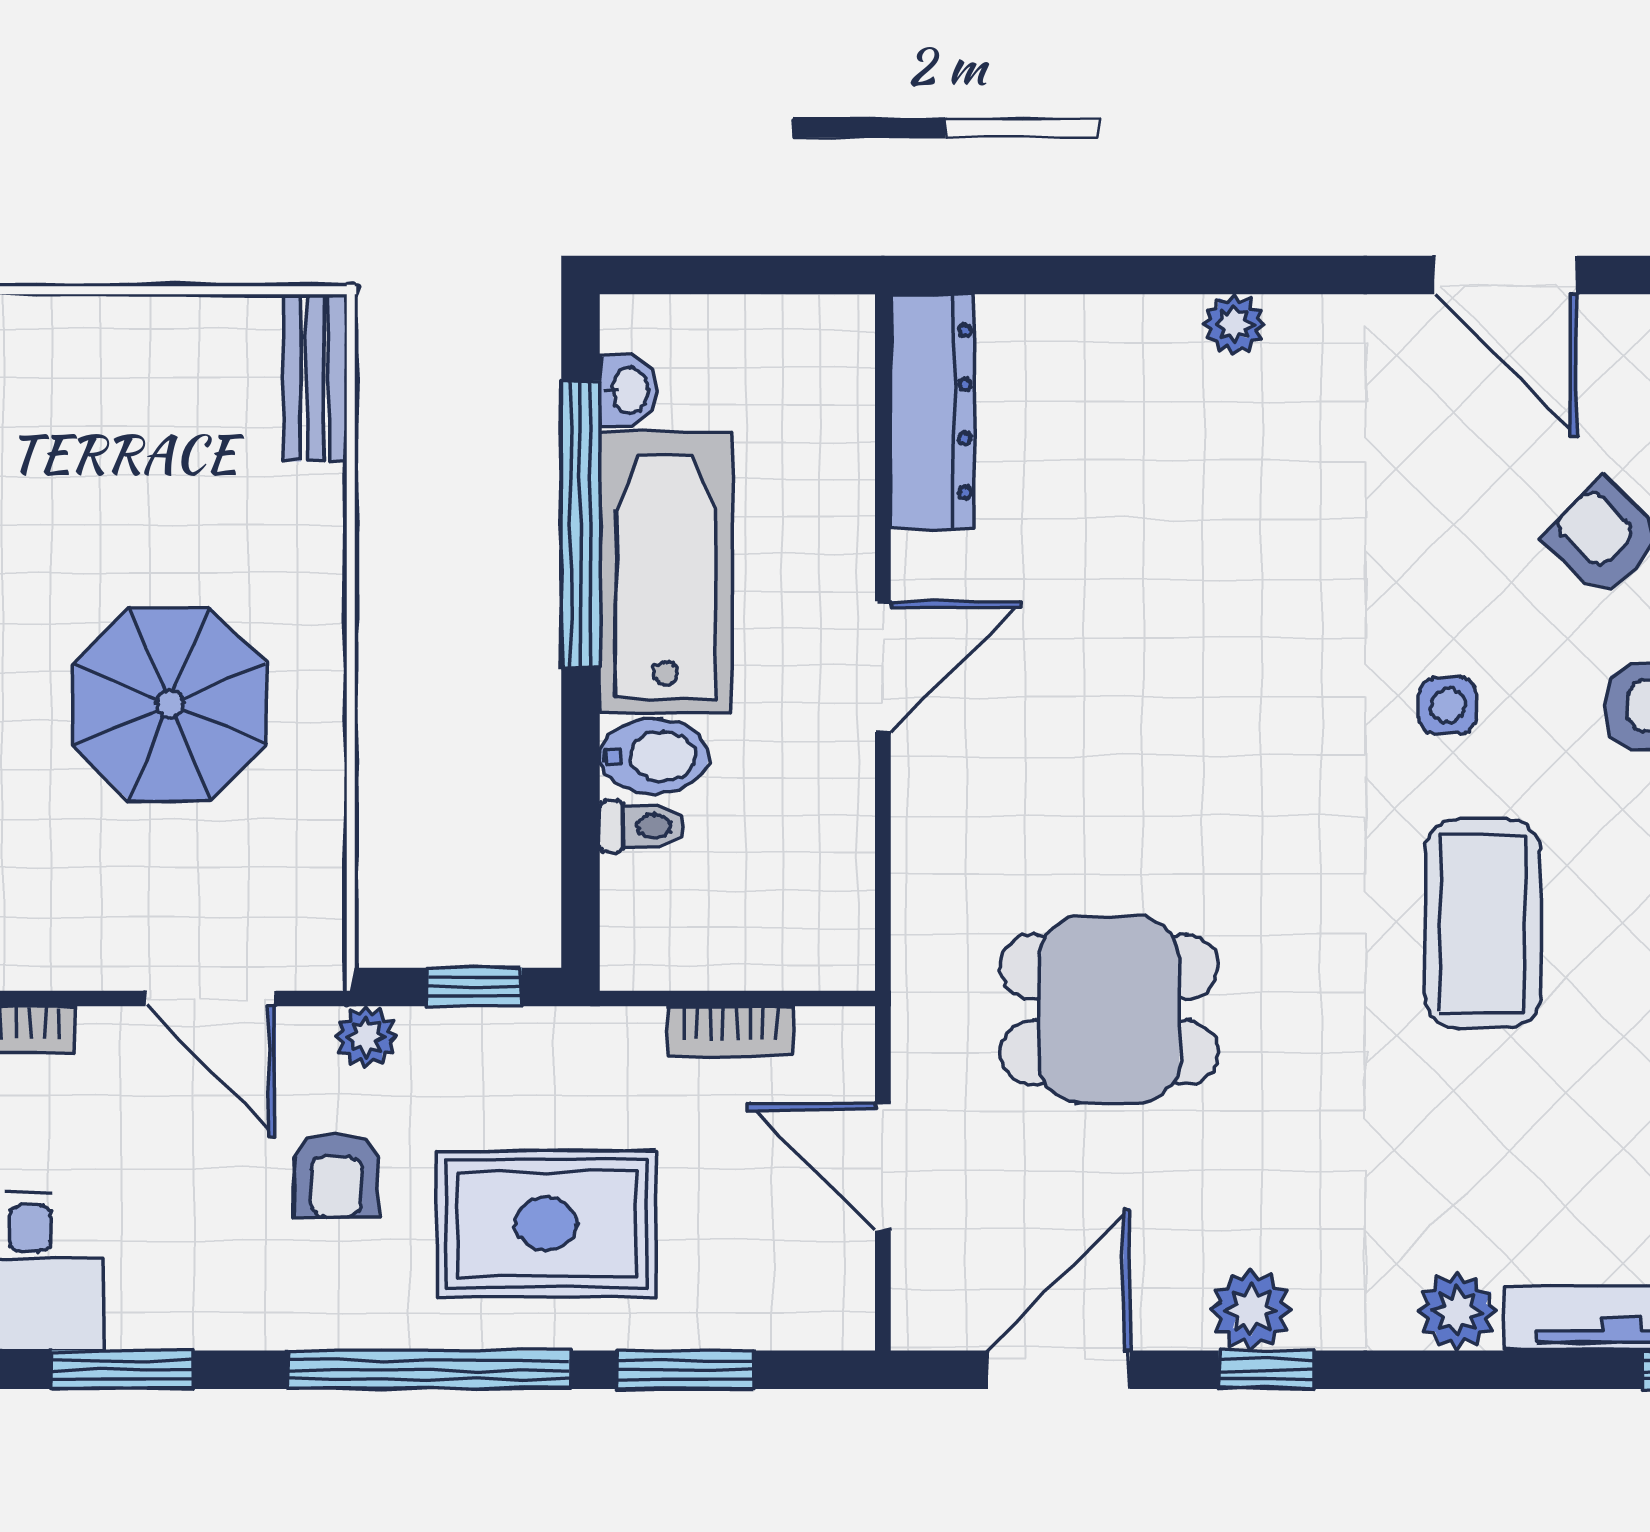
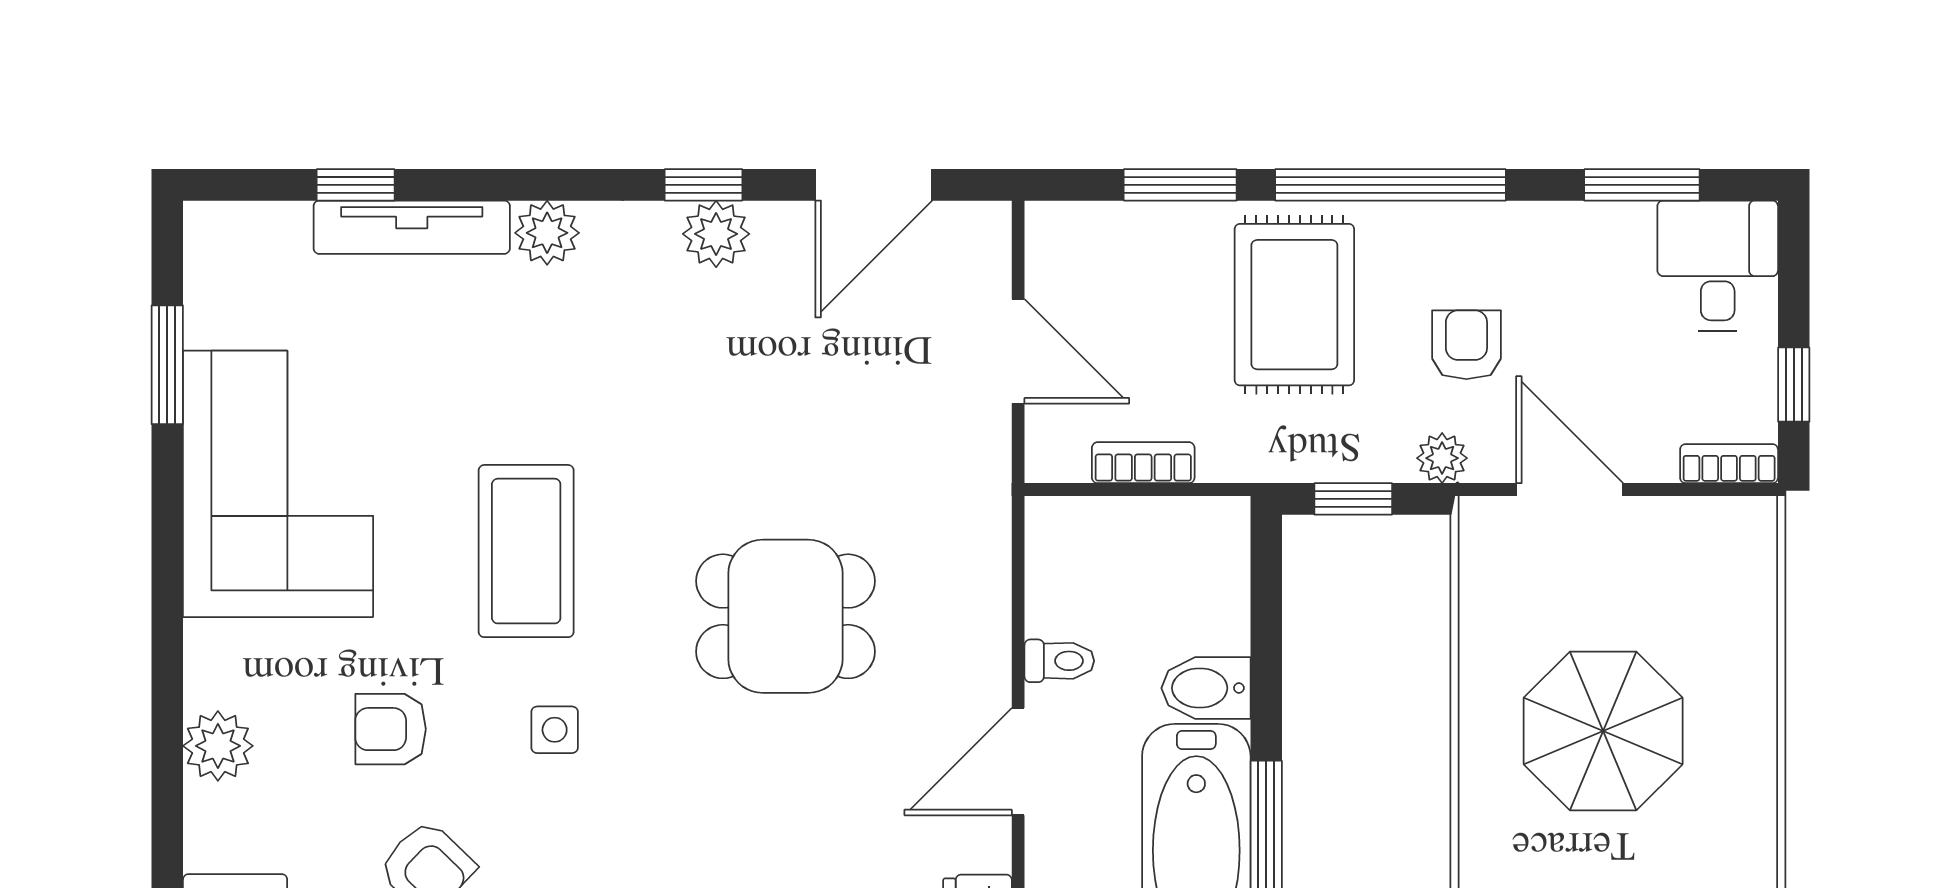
toilet: (642, 826) -> (1059, 661), moved, turned 180
dining table: (1109, 1010) -> (785, 616), moved
rug: (546, 1224) -> (1294, 305), turned 90

